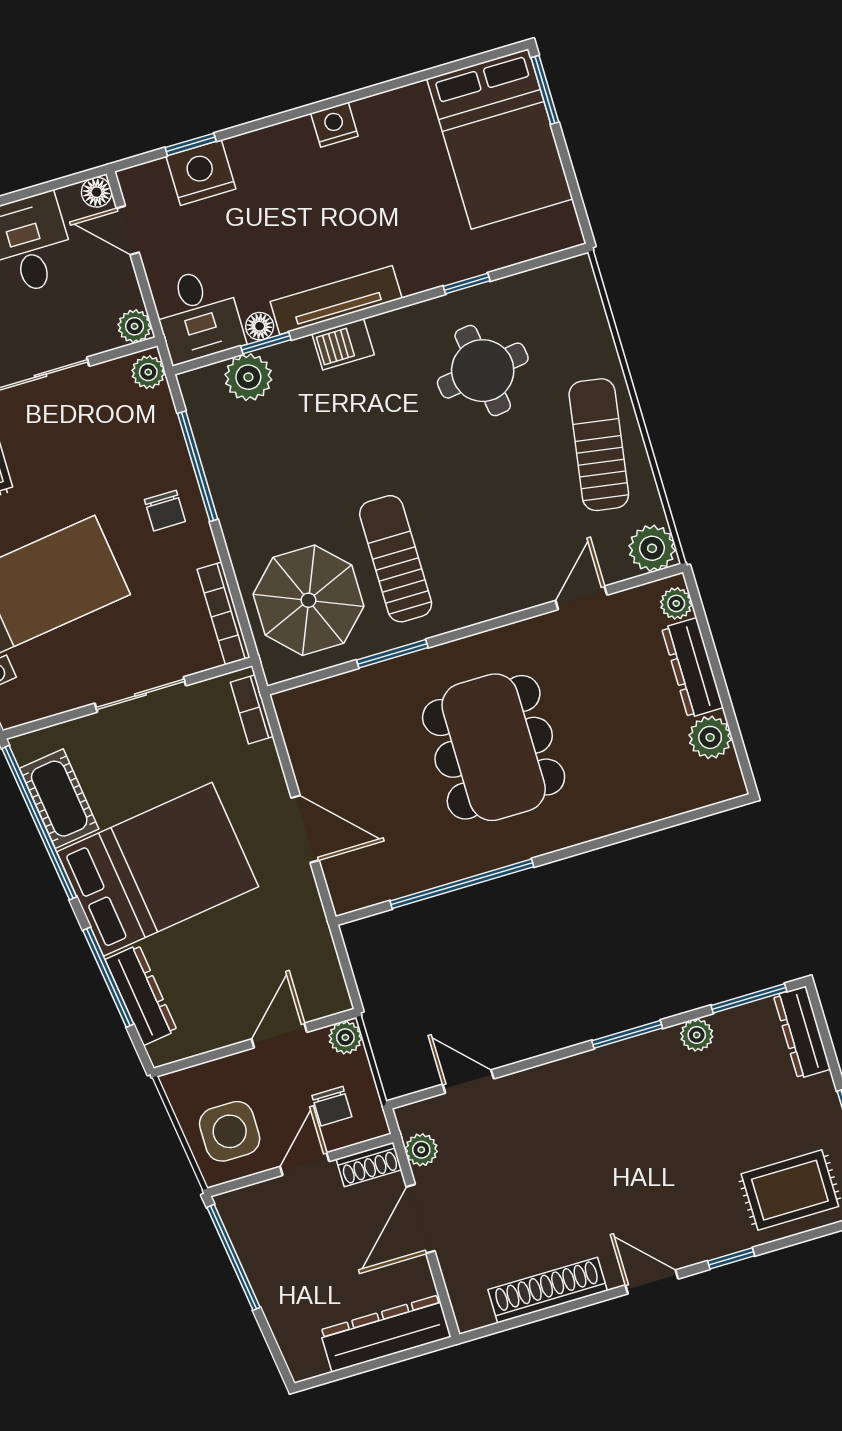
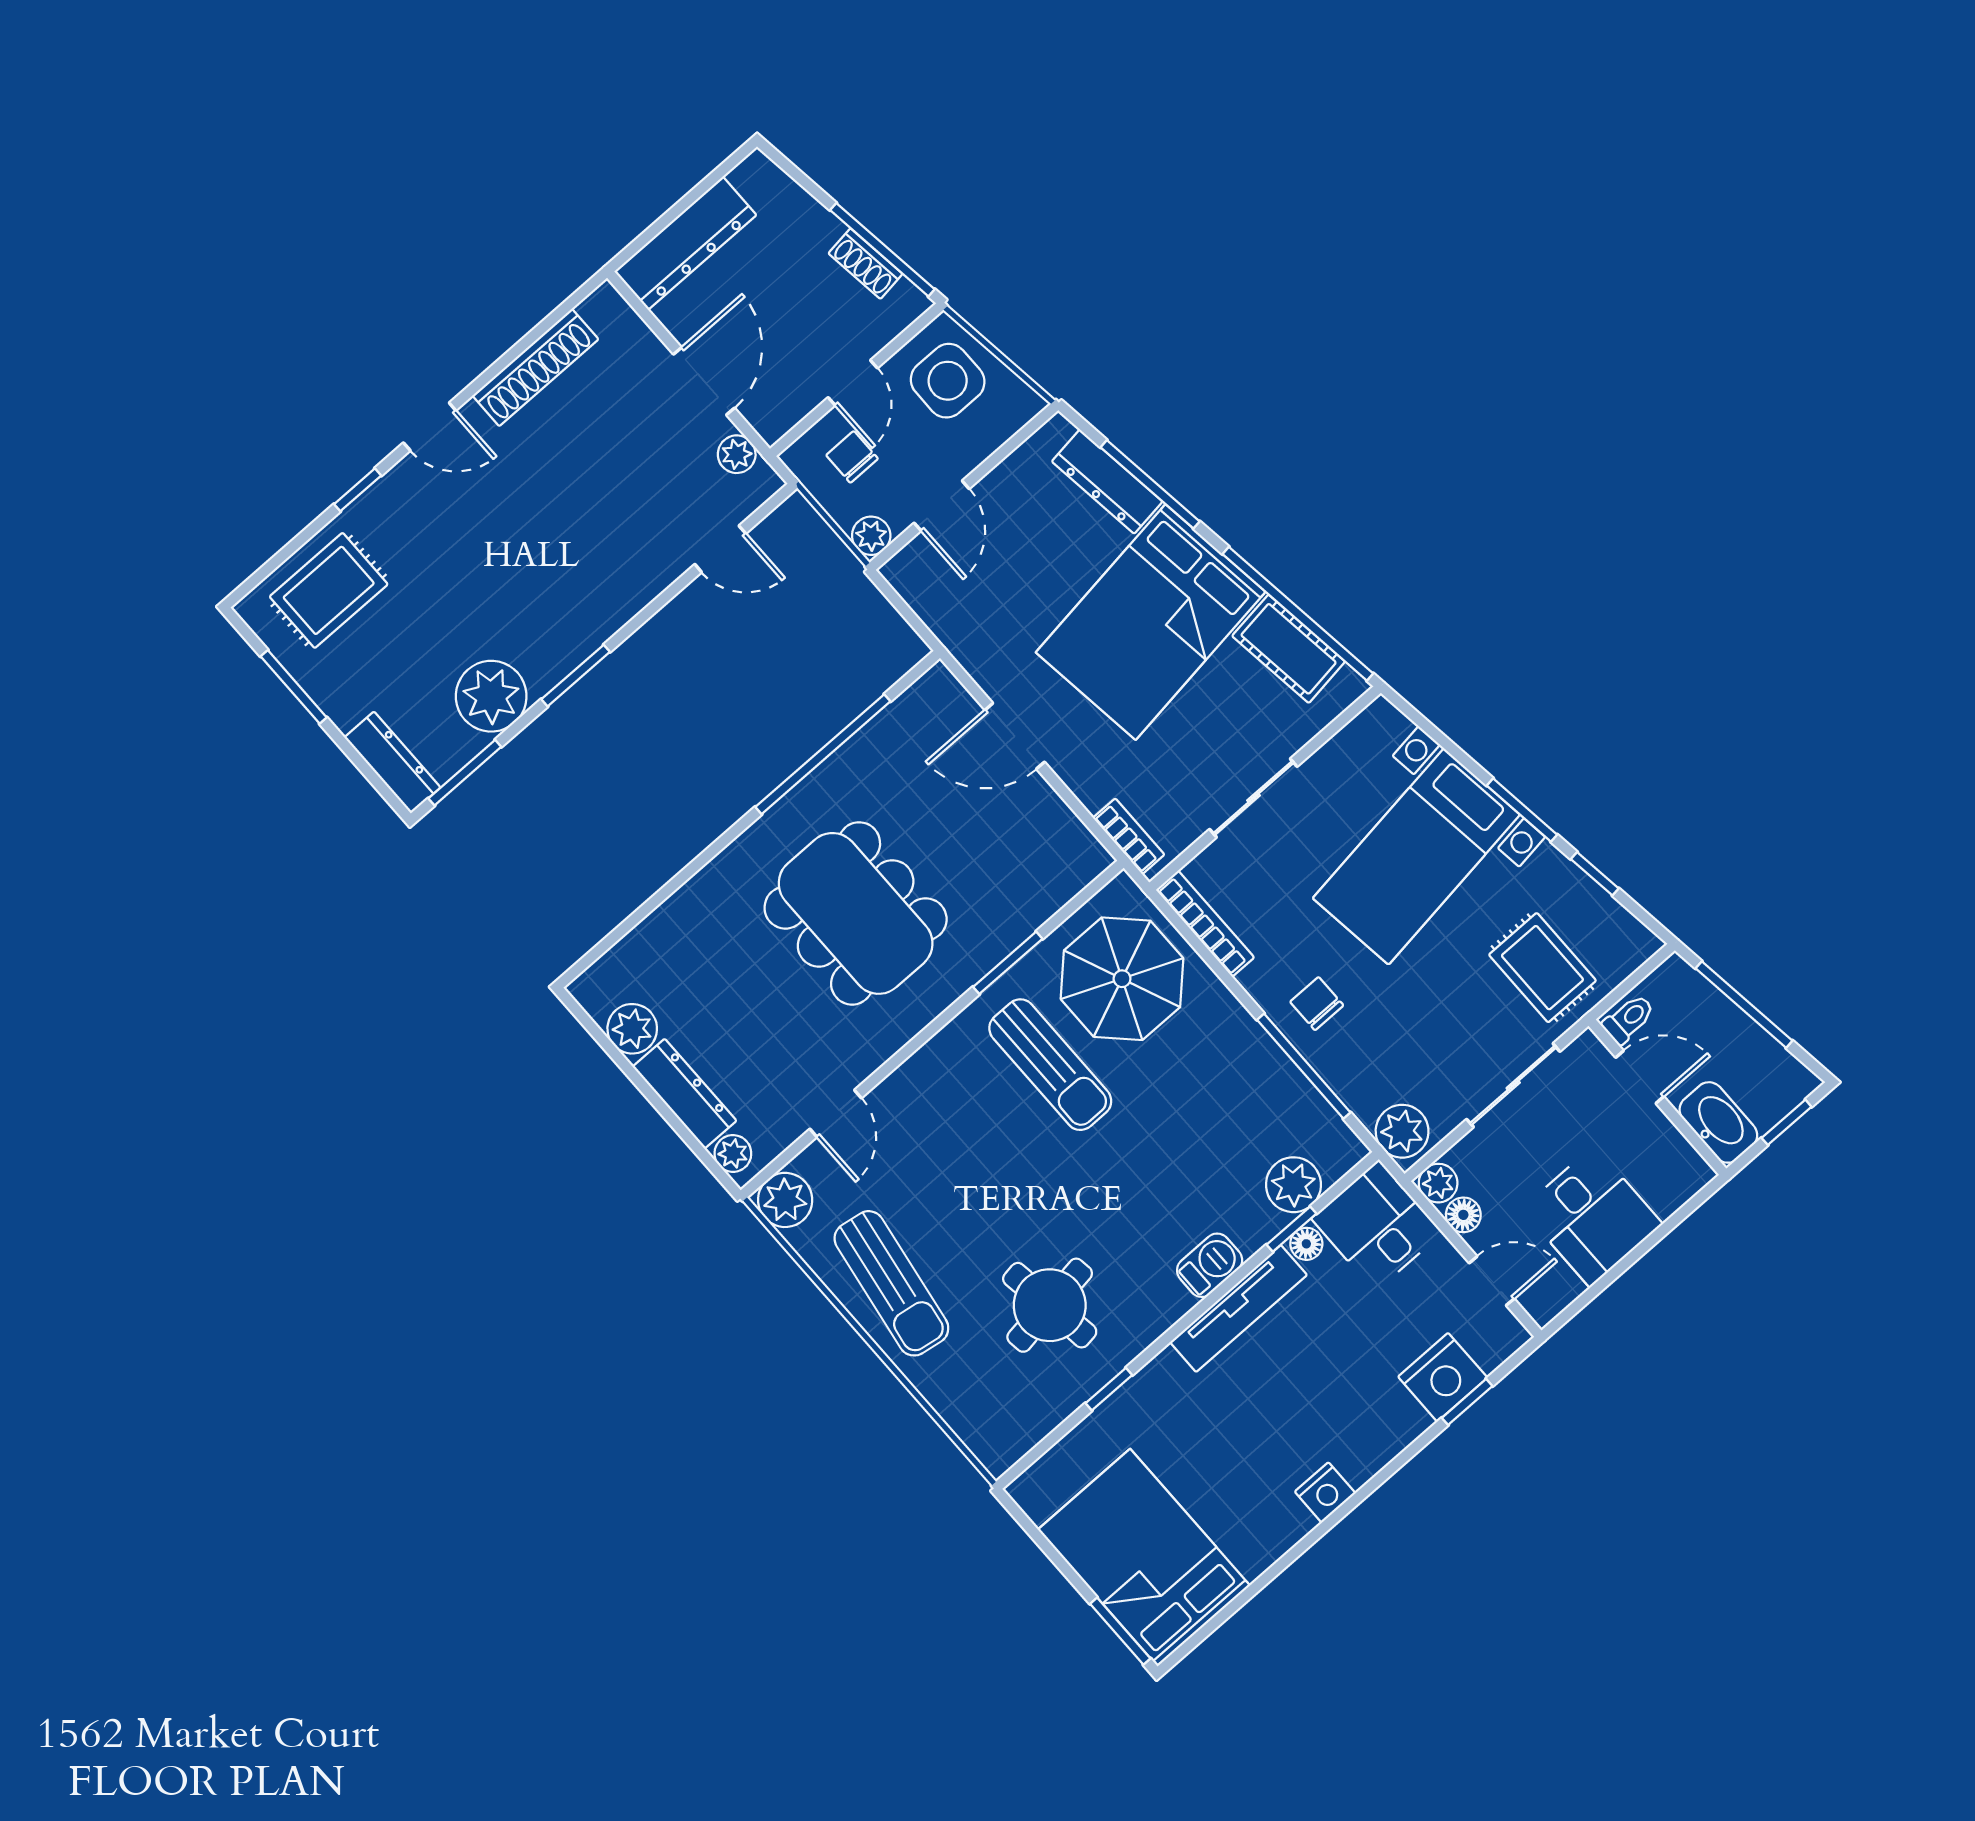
floor lamp: (97, 192) -> (1463, 1215), moved
plant: (148, 372) -> (1402, 1131), width x1.38, depth x1.38
plant: (697, 1035) -> (491, 696), width x1.88, depth x1.88
shoe rack: (369, 1164) -> (865, 264), moved, turned -98

